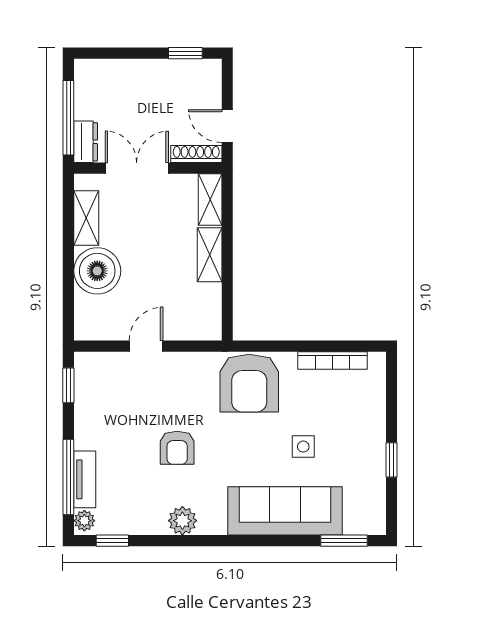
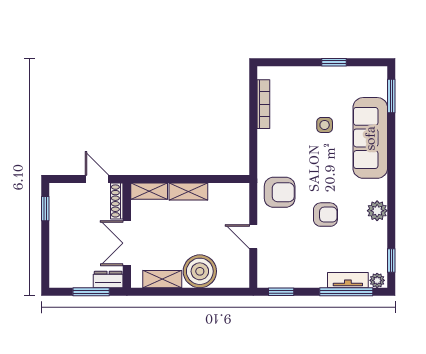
window: (68, 118) -> (91, 292), width x0.69
door: (227, 126) -> (97, 179), swing flipped
armchair: (249, 383) -> (280, 192), moved, width x0.73, depth x0.73

